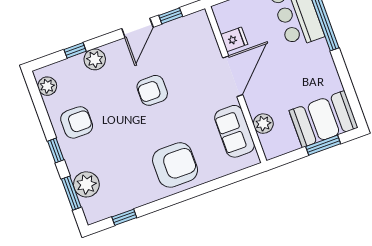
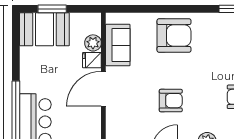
fridge: (234, 39) -> (92, 60), moved
armchair: (175, 165) -> (174, 36), turned 180

